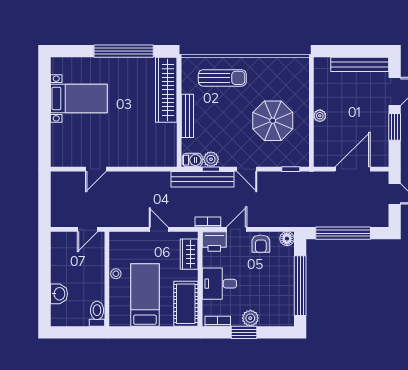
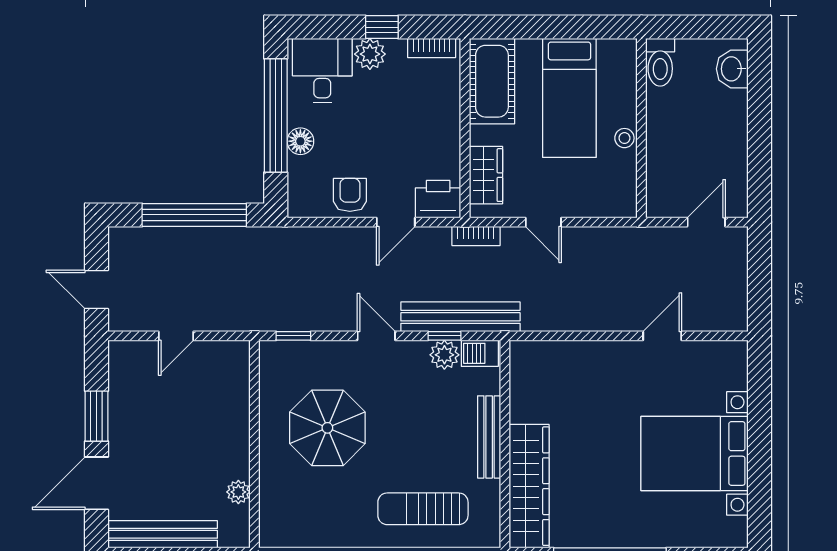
bed with nightstands: (79, 98) -> (694, 453), width x1.36
plant: (320, 116) -> (238, 492), moved
door: (353, 169) -> (176, 336), width x0.53
bookcase: (208, 222) -> (476, 236), moved
door: (87, 229) -> (706, 222), moved
floor lamp: (287, 239) -> (300, 141), moved
desk: (219, 284) -> (322, 71), moved, turned -90
washbasin: (59, 294) -> (732, 69), moved
window: (244, 332) -> (382, 27), width x0.67

